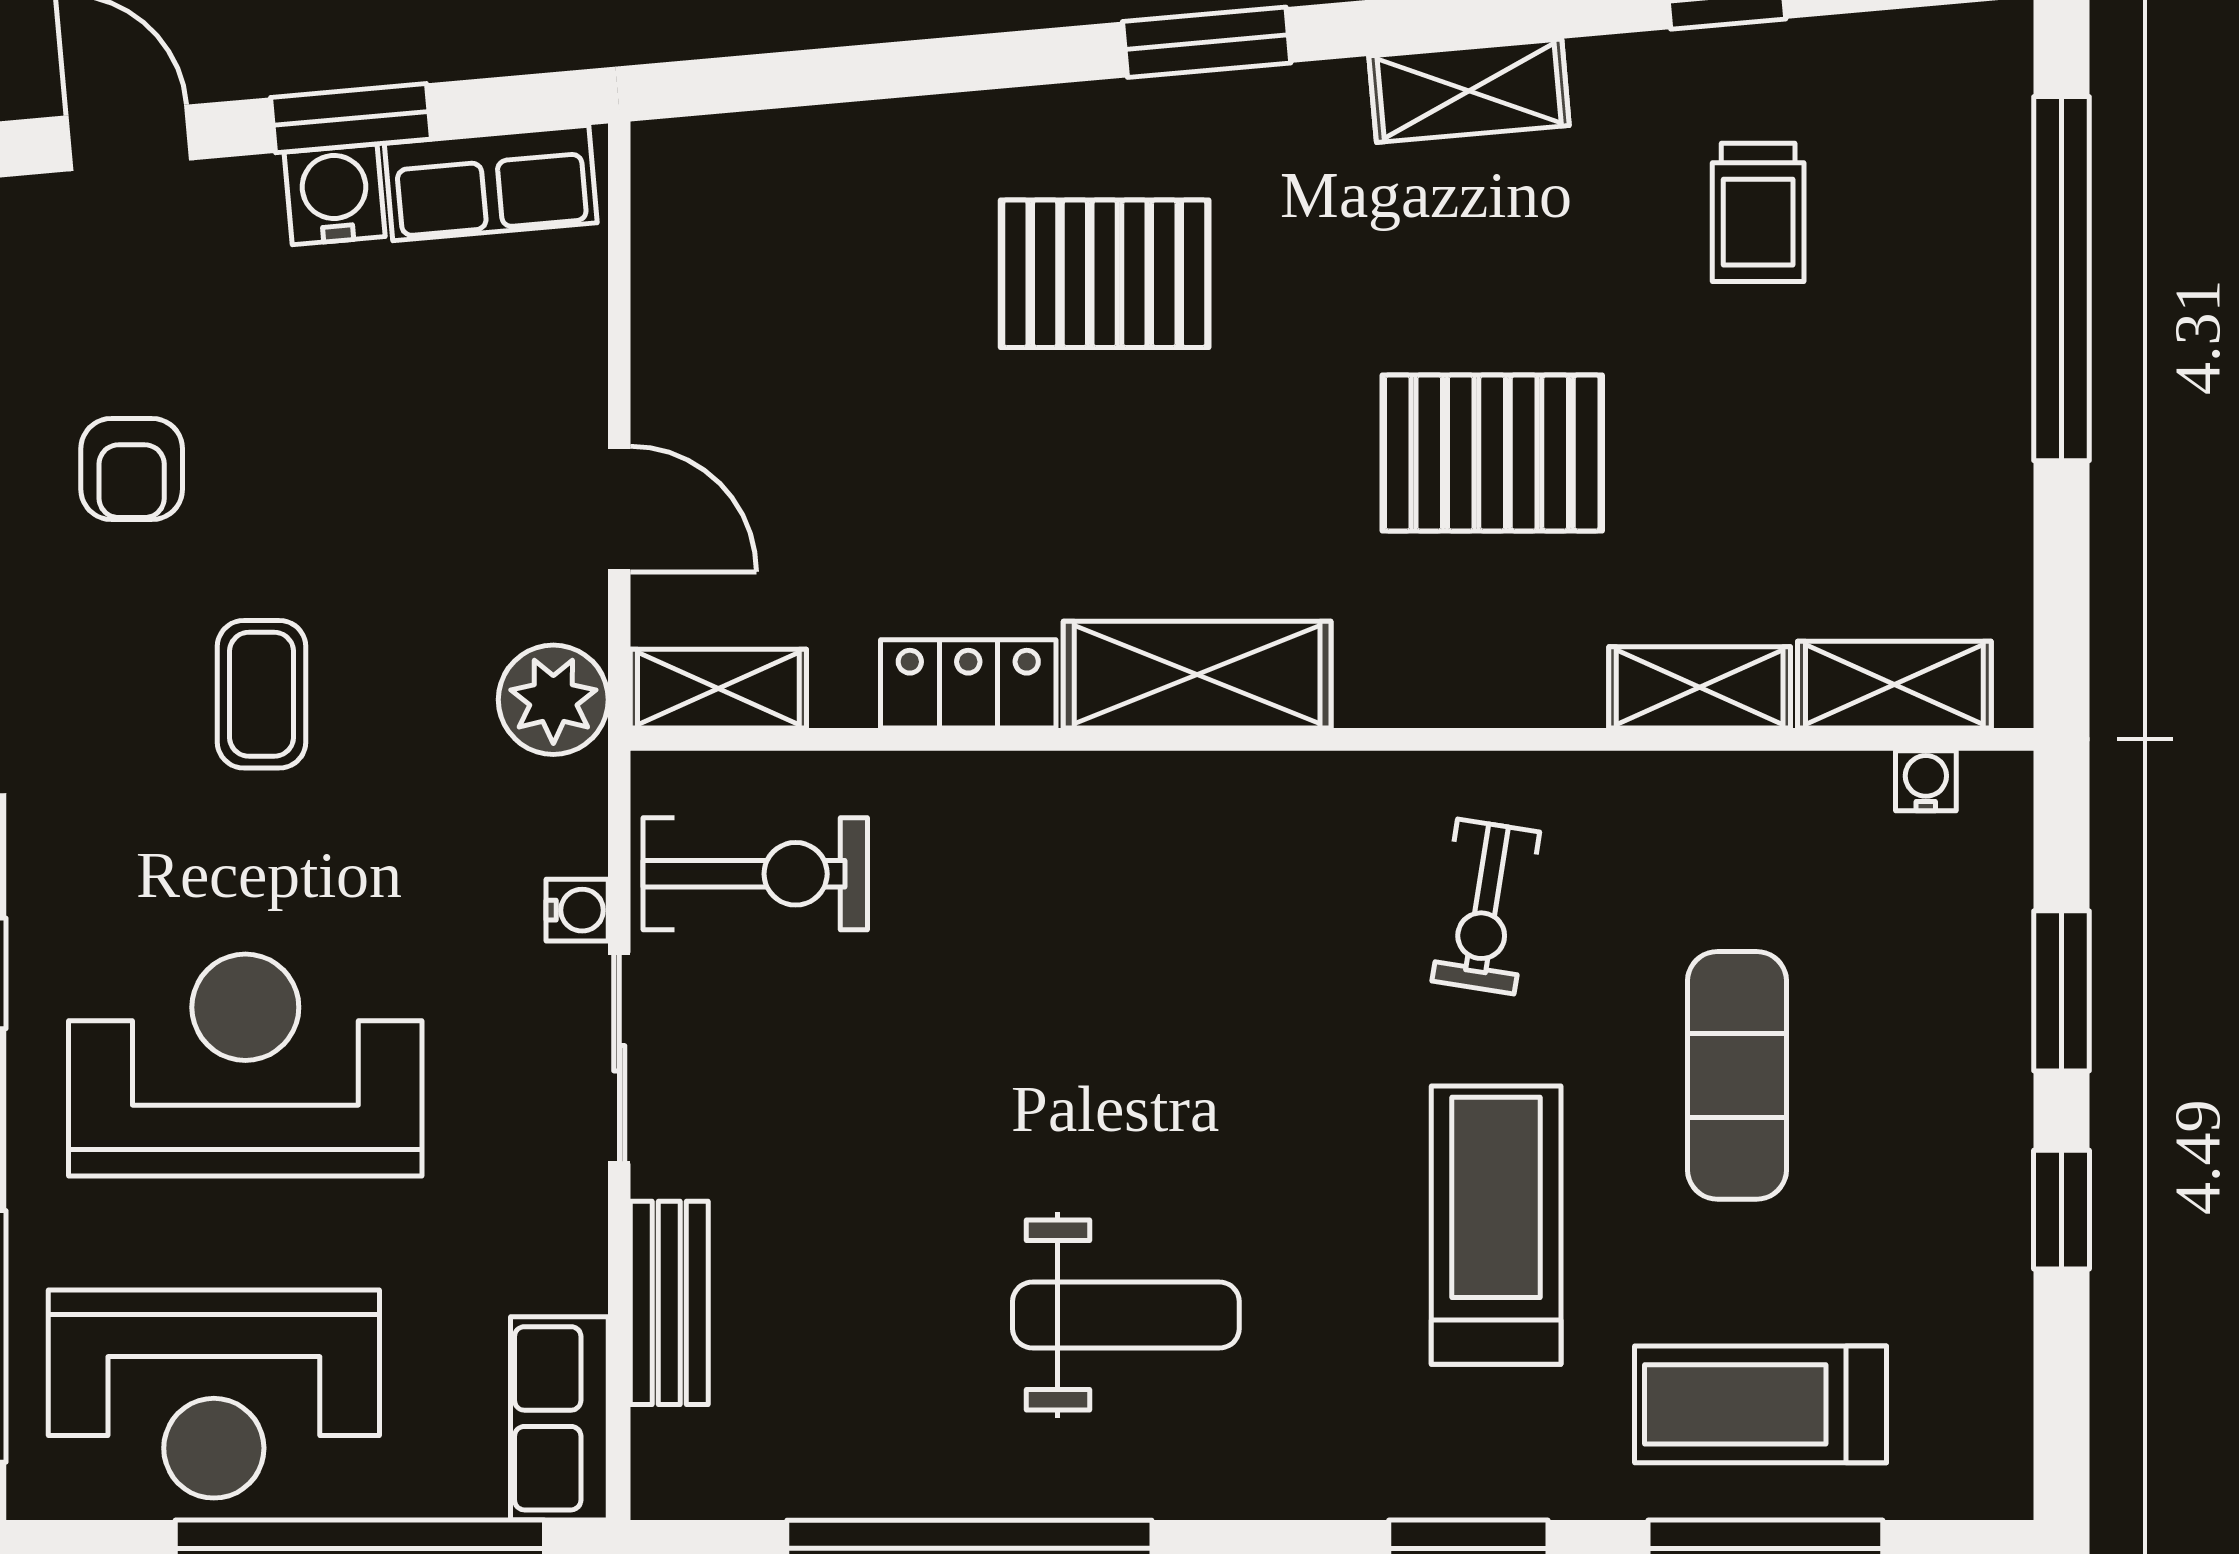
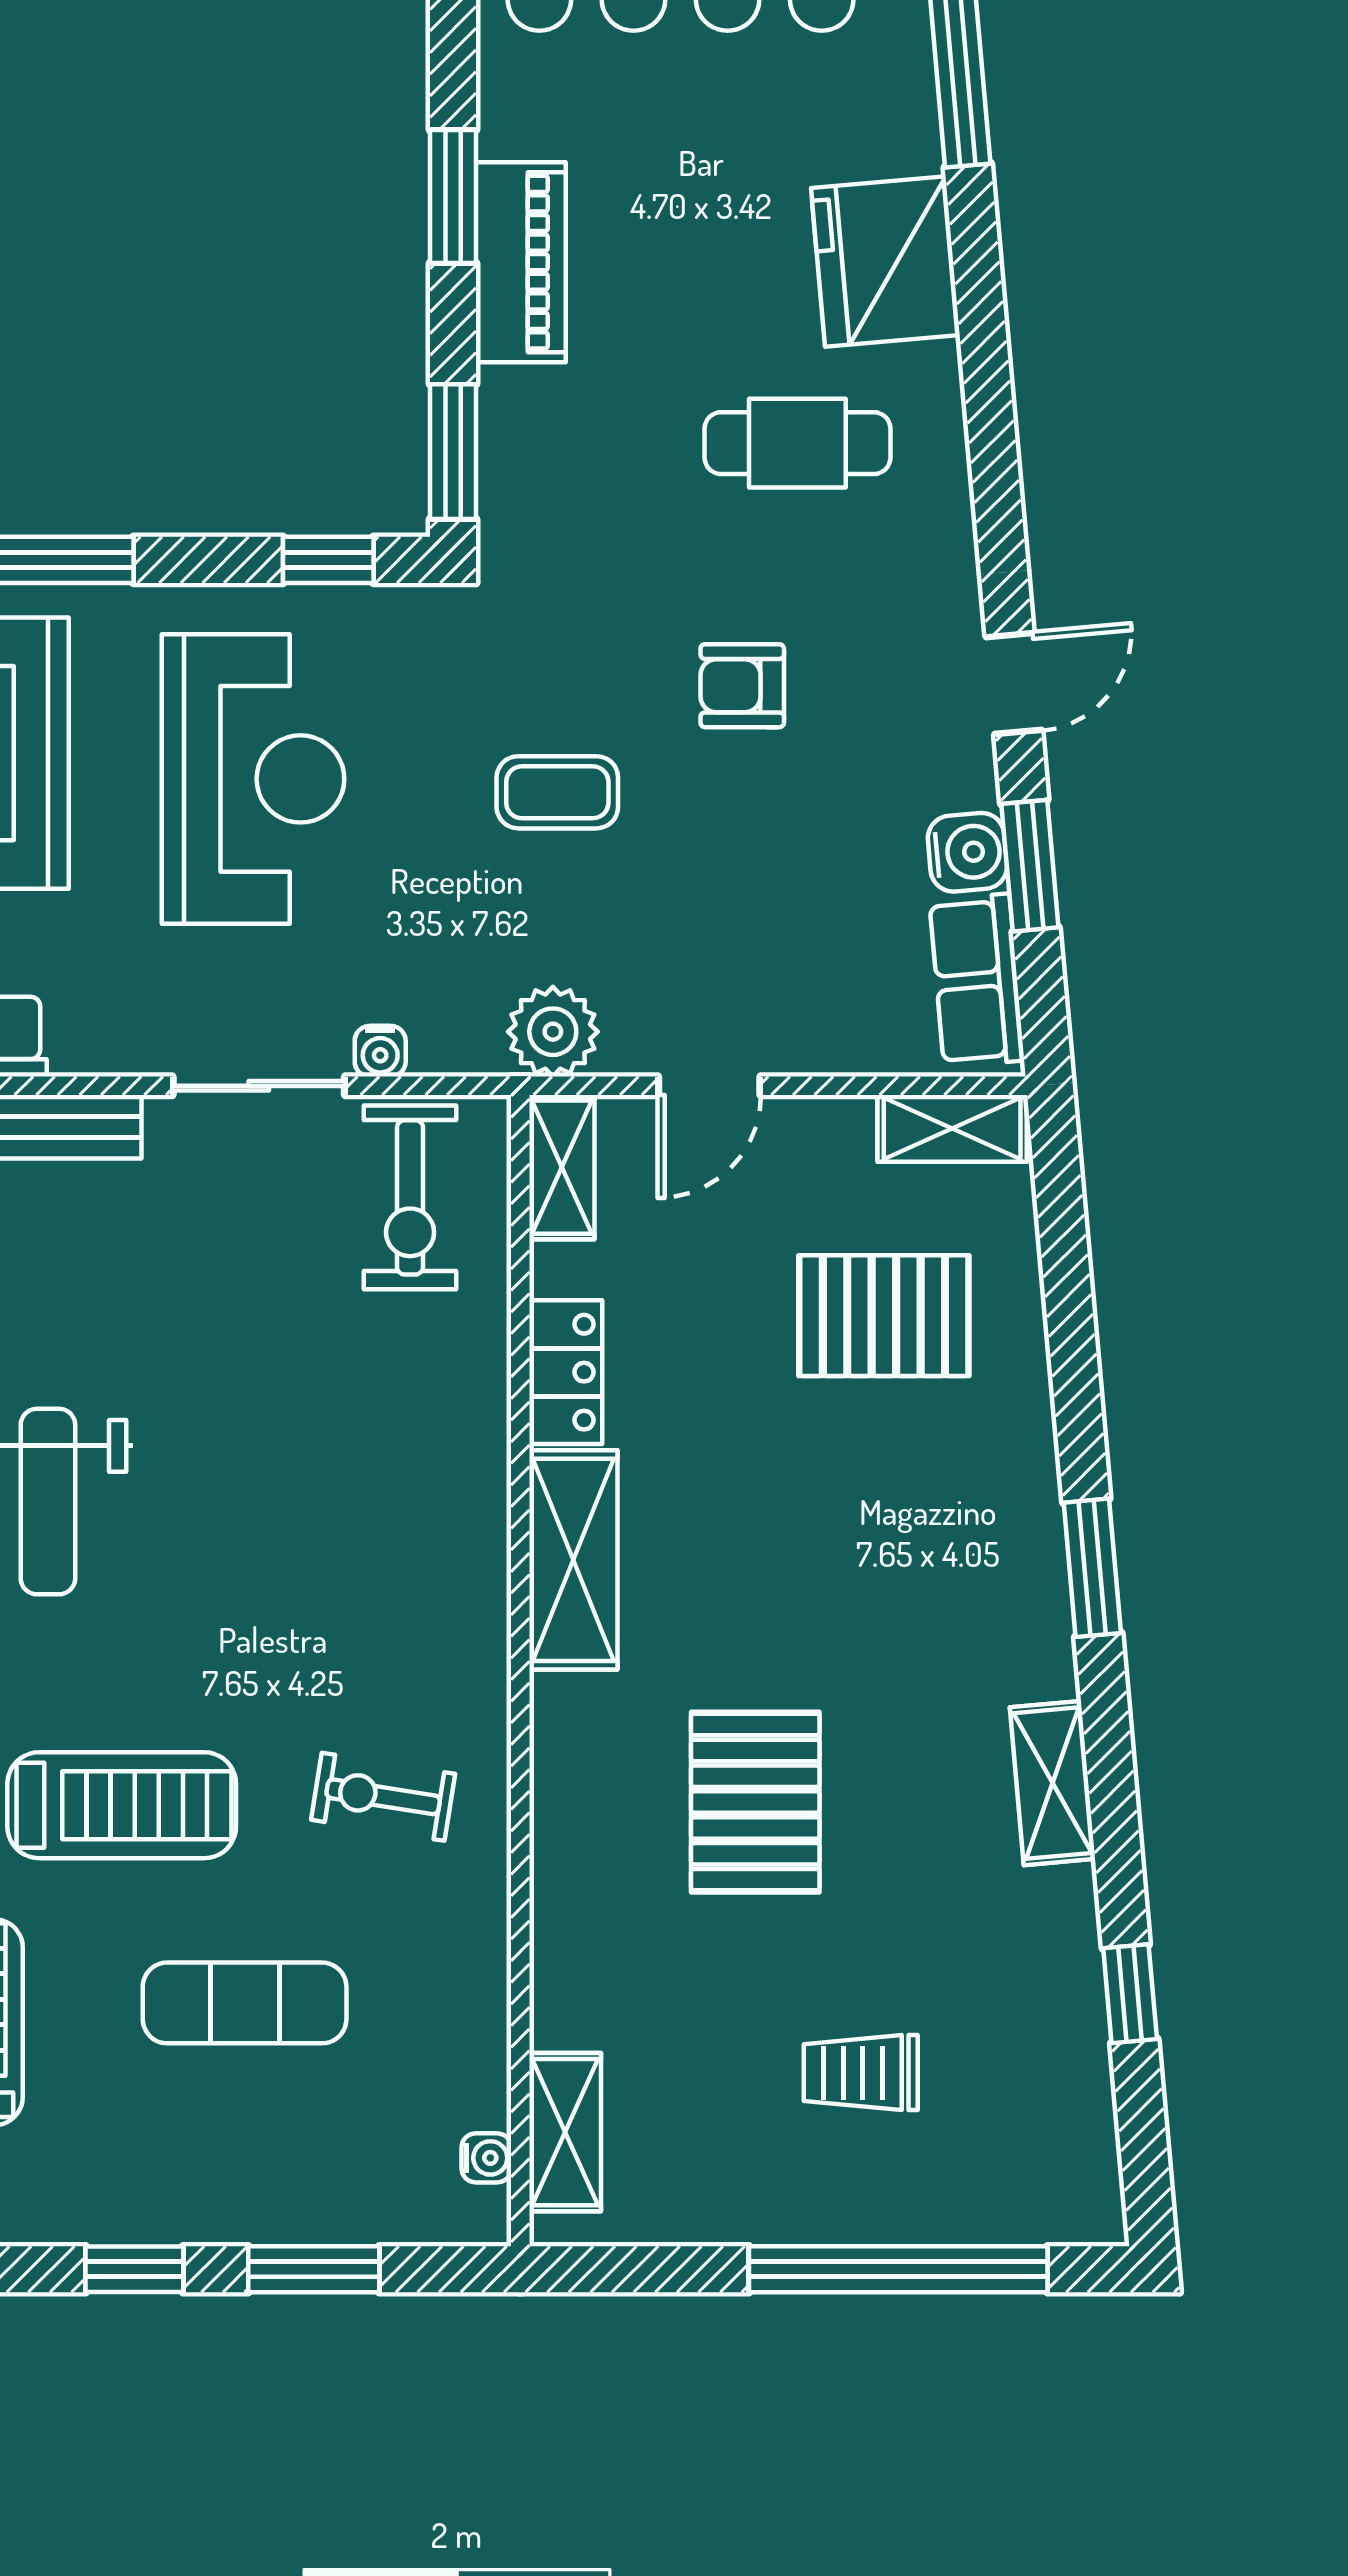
trolley: (1758, 212) -> (861, 2073), moved
pallet: (1105, 274) -> (884, 1316), moved, turned 90
shelving: (1700, 687) -> (952, 1128), moved, turned 90

